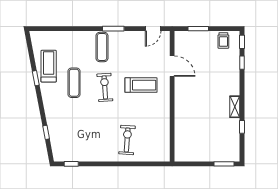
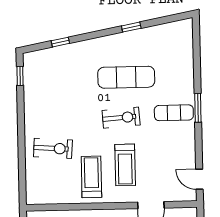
window: (113, 29) -> (198, 108), moved
treadmill: (49, 66) -> (91, 177), moved, turned -90
exercise mat: (74, 83) -> (126, 77), width x1.36, depth x1.45

